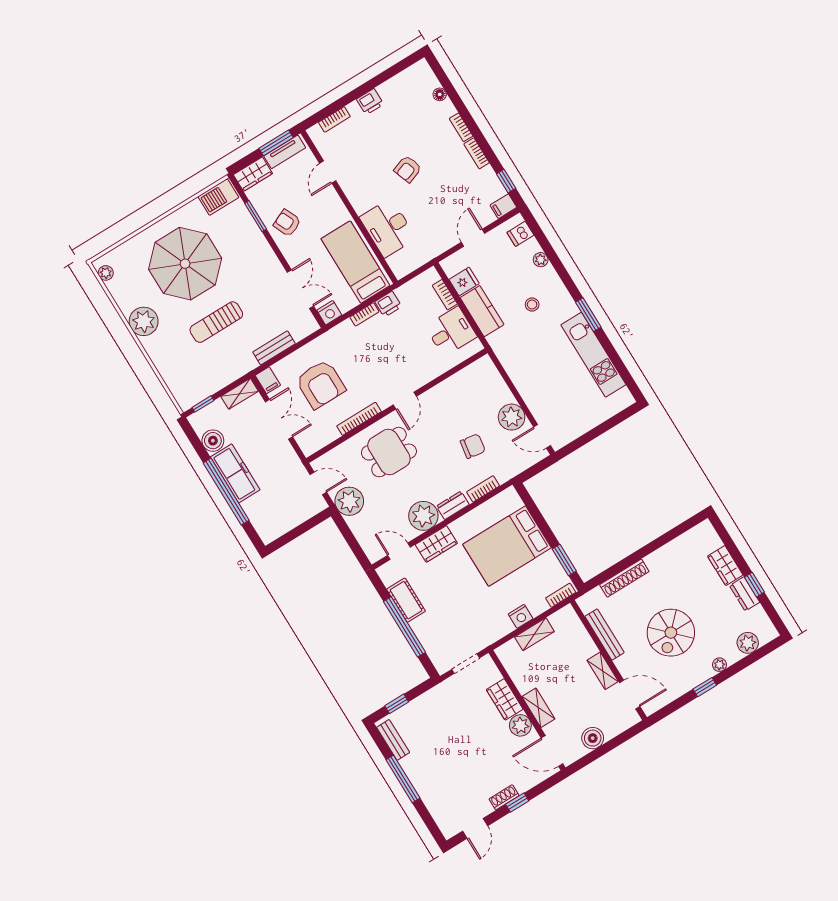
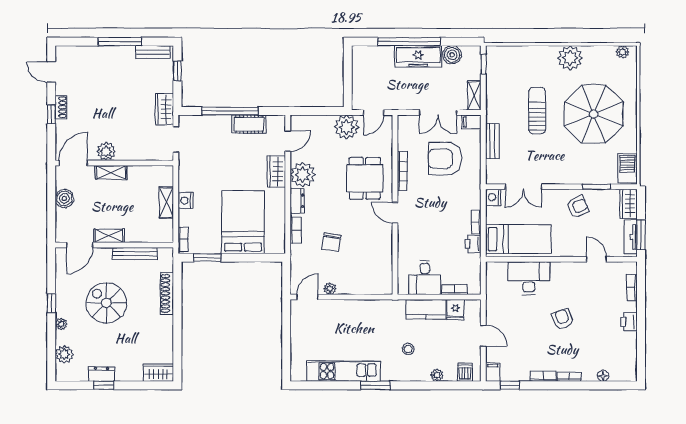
plant: (512, 417) -> (330, 289), width x0.53, depth x0.53
wardrobe: (725, 566) -> (158, 373), moved
wardrobe: (505, 699) -> (164, 109), moved, turned -90

